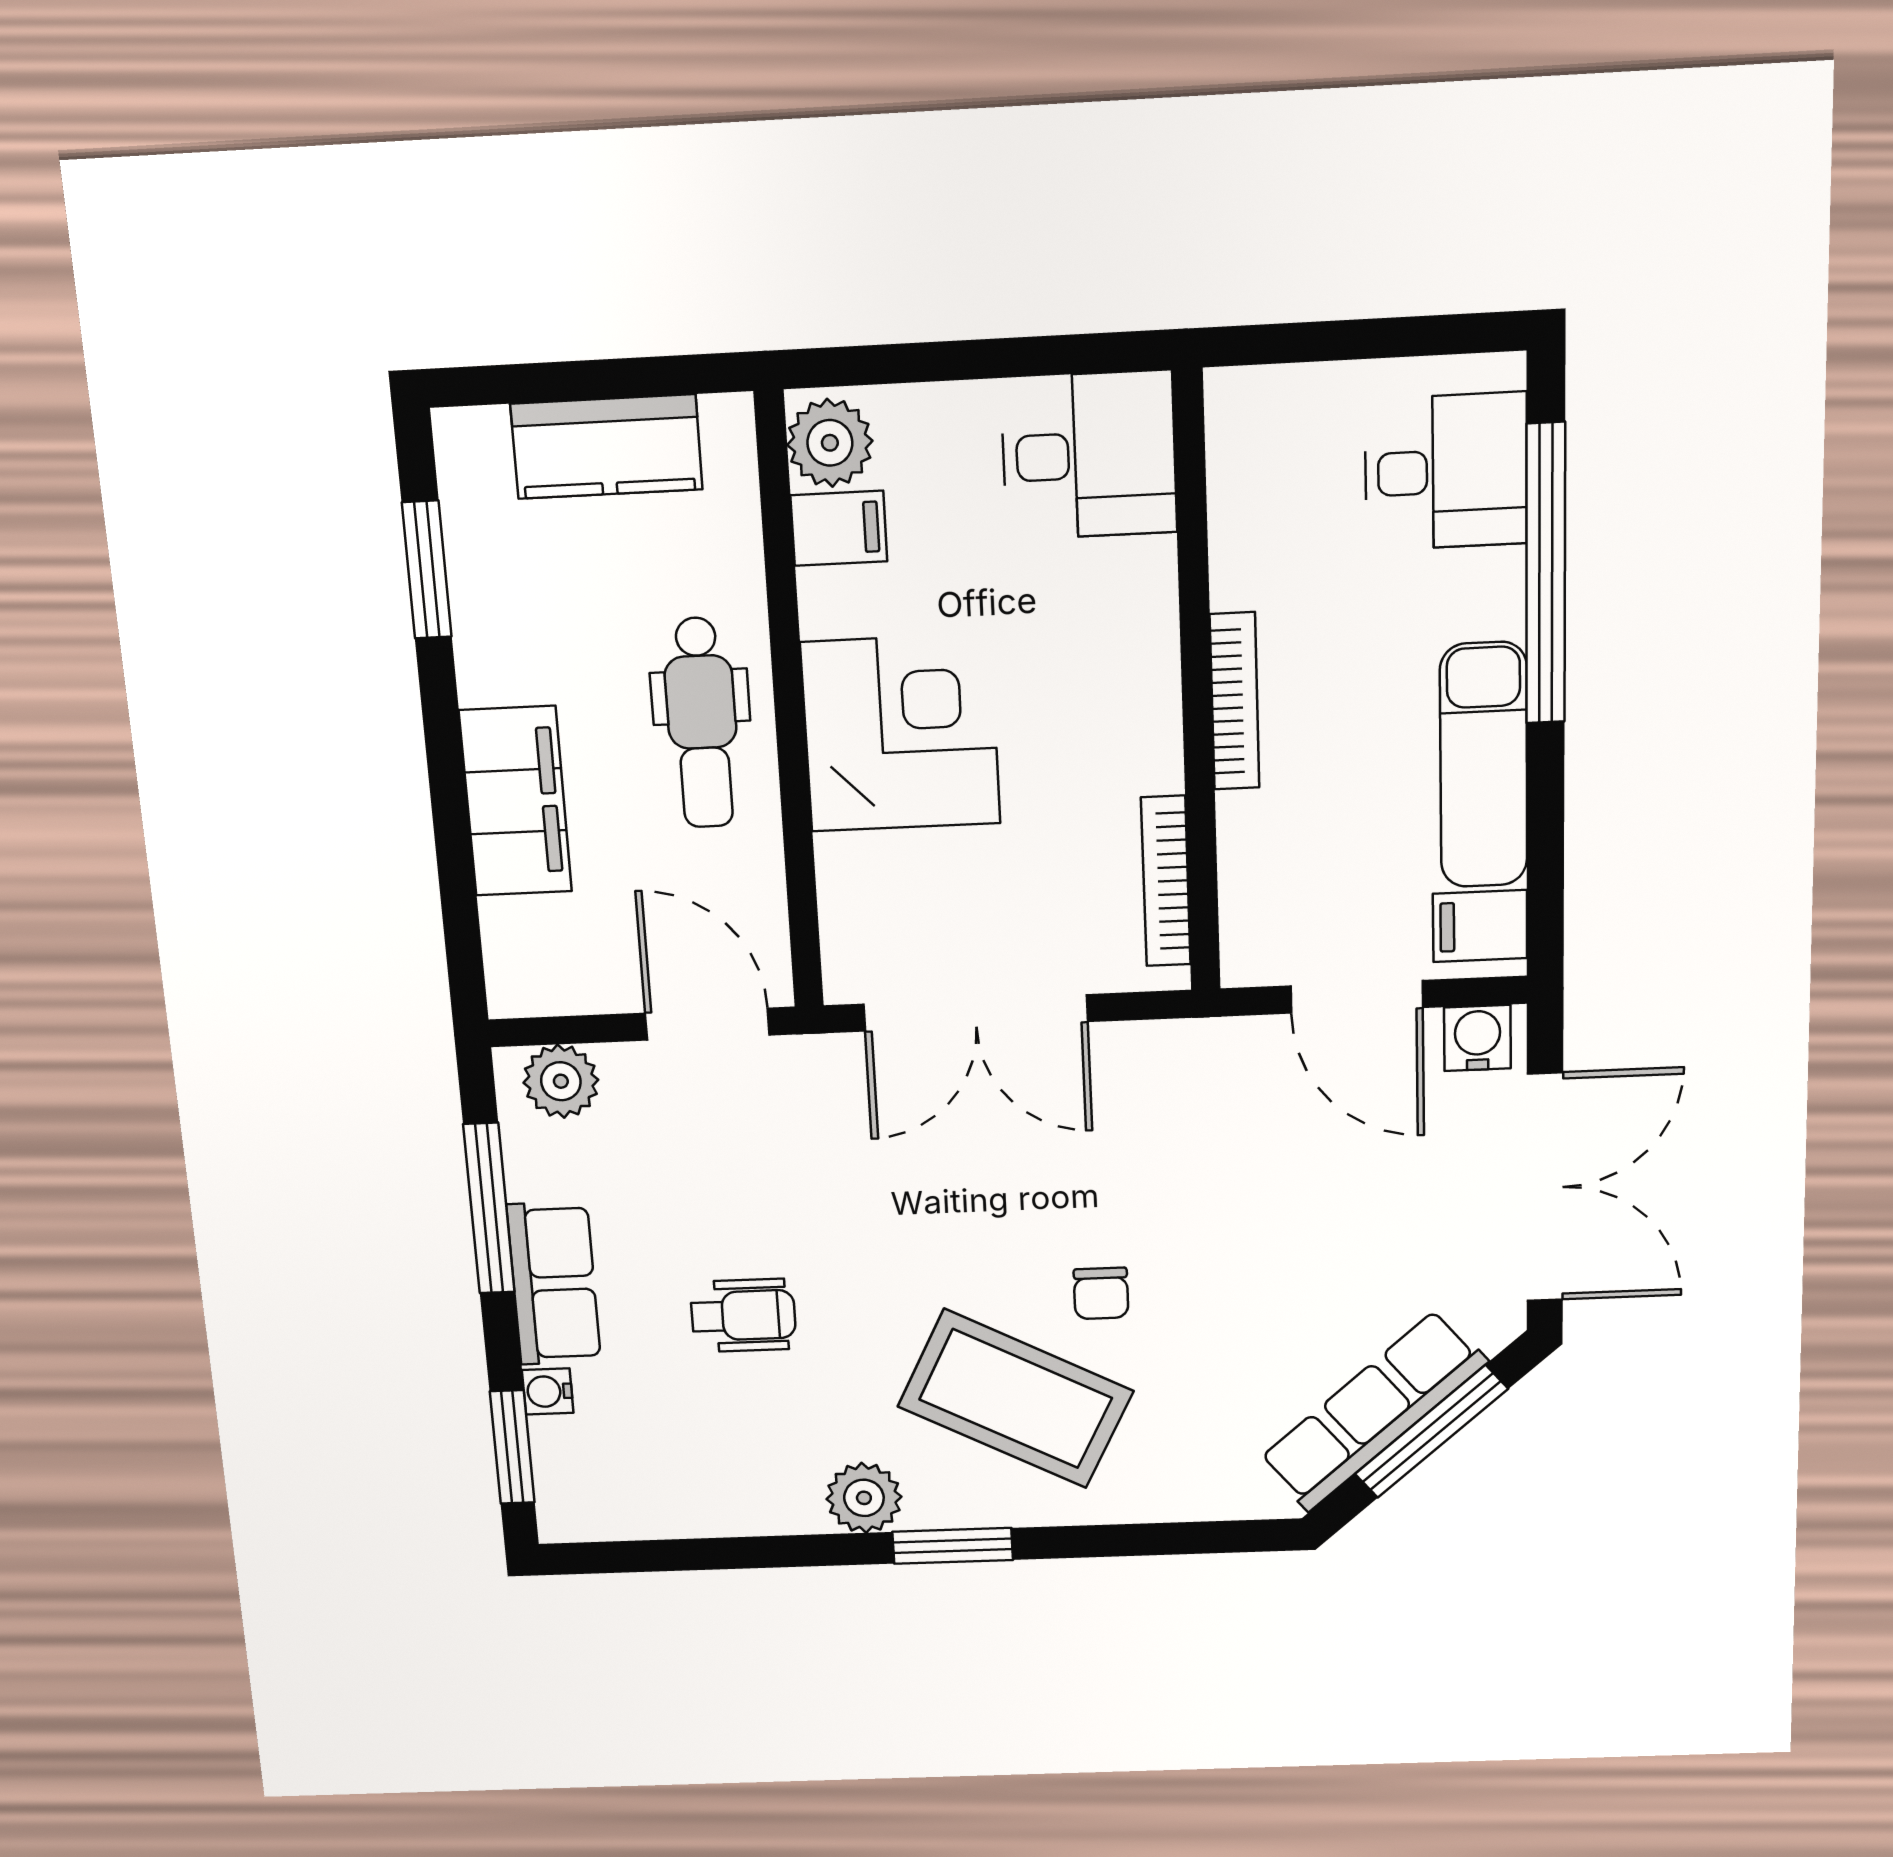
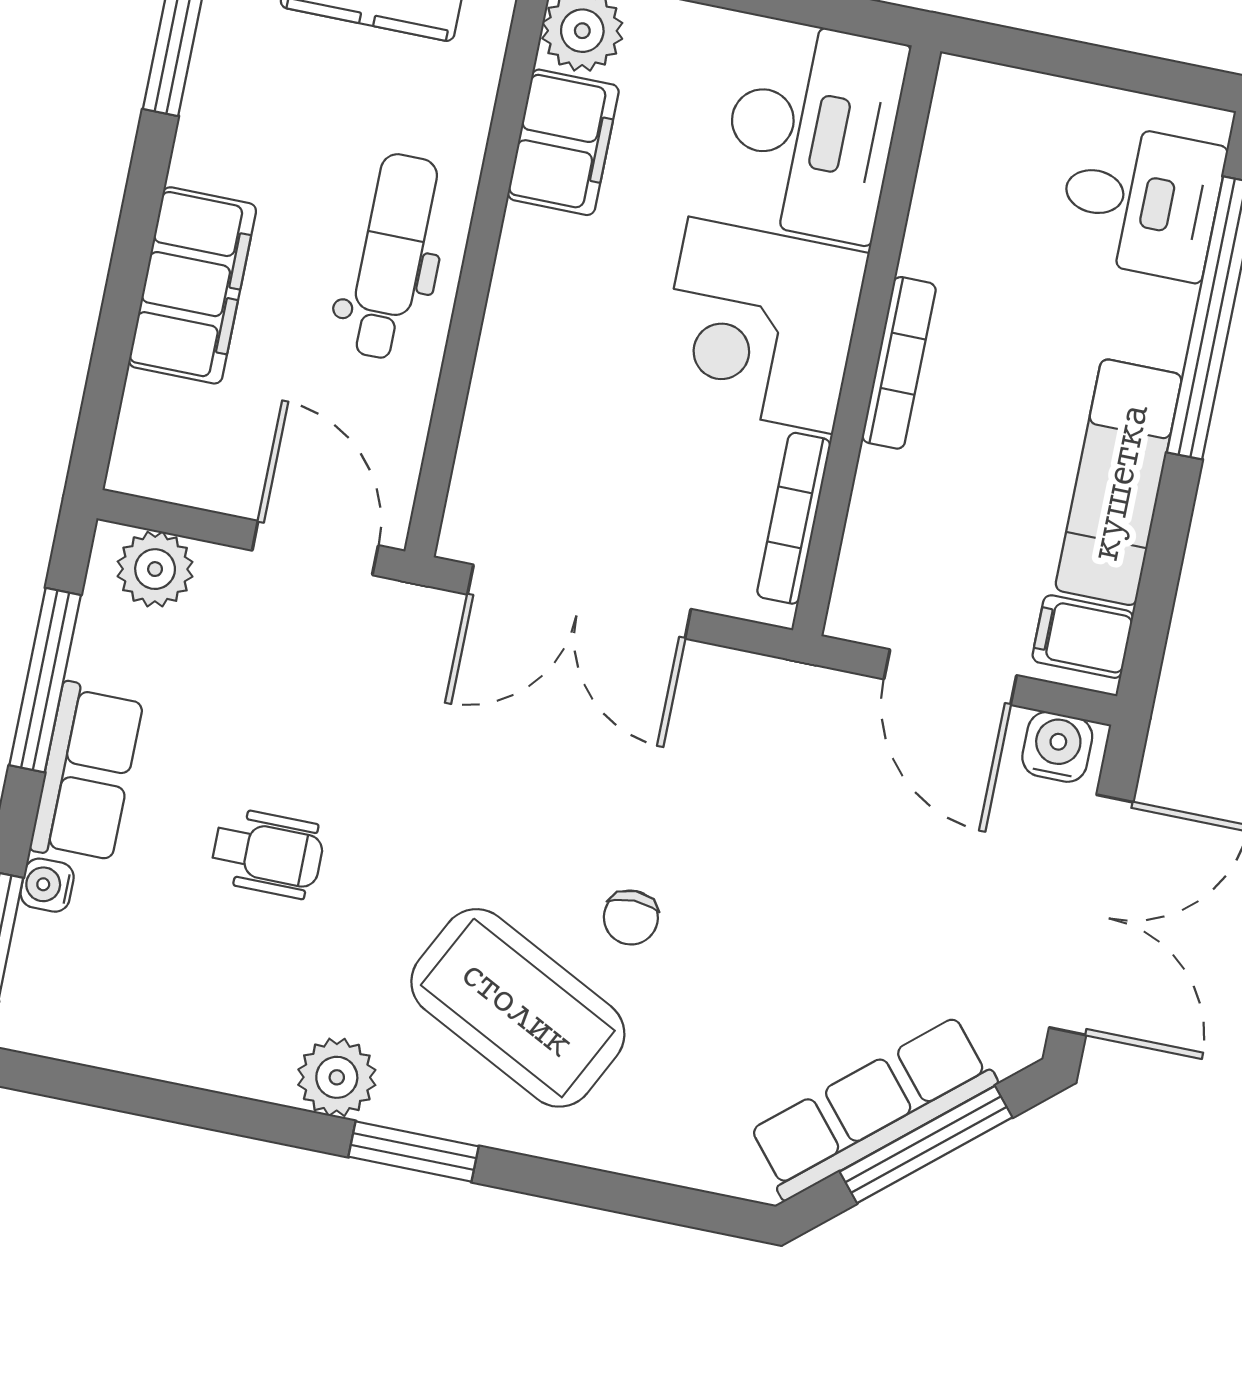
desk: (1089, 455) -> (812, 130), width x1.37
filing cabinet: (839, 528) -> (563, 142), width x2.00
dental chair: (702, 723) -> (392, 256), turned 180
corner desk: (901, 733) -> (761, 325), moved, turned 180

